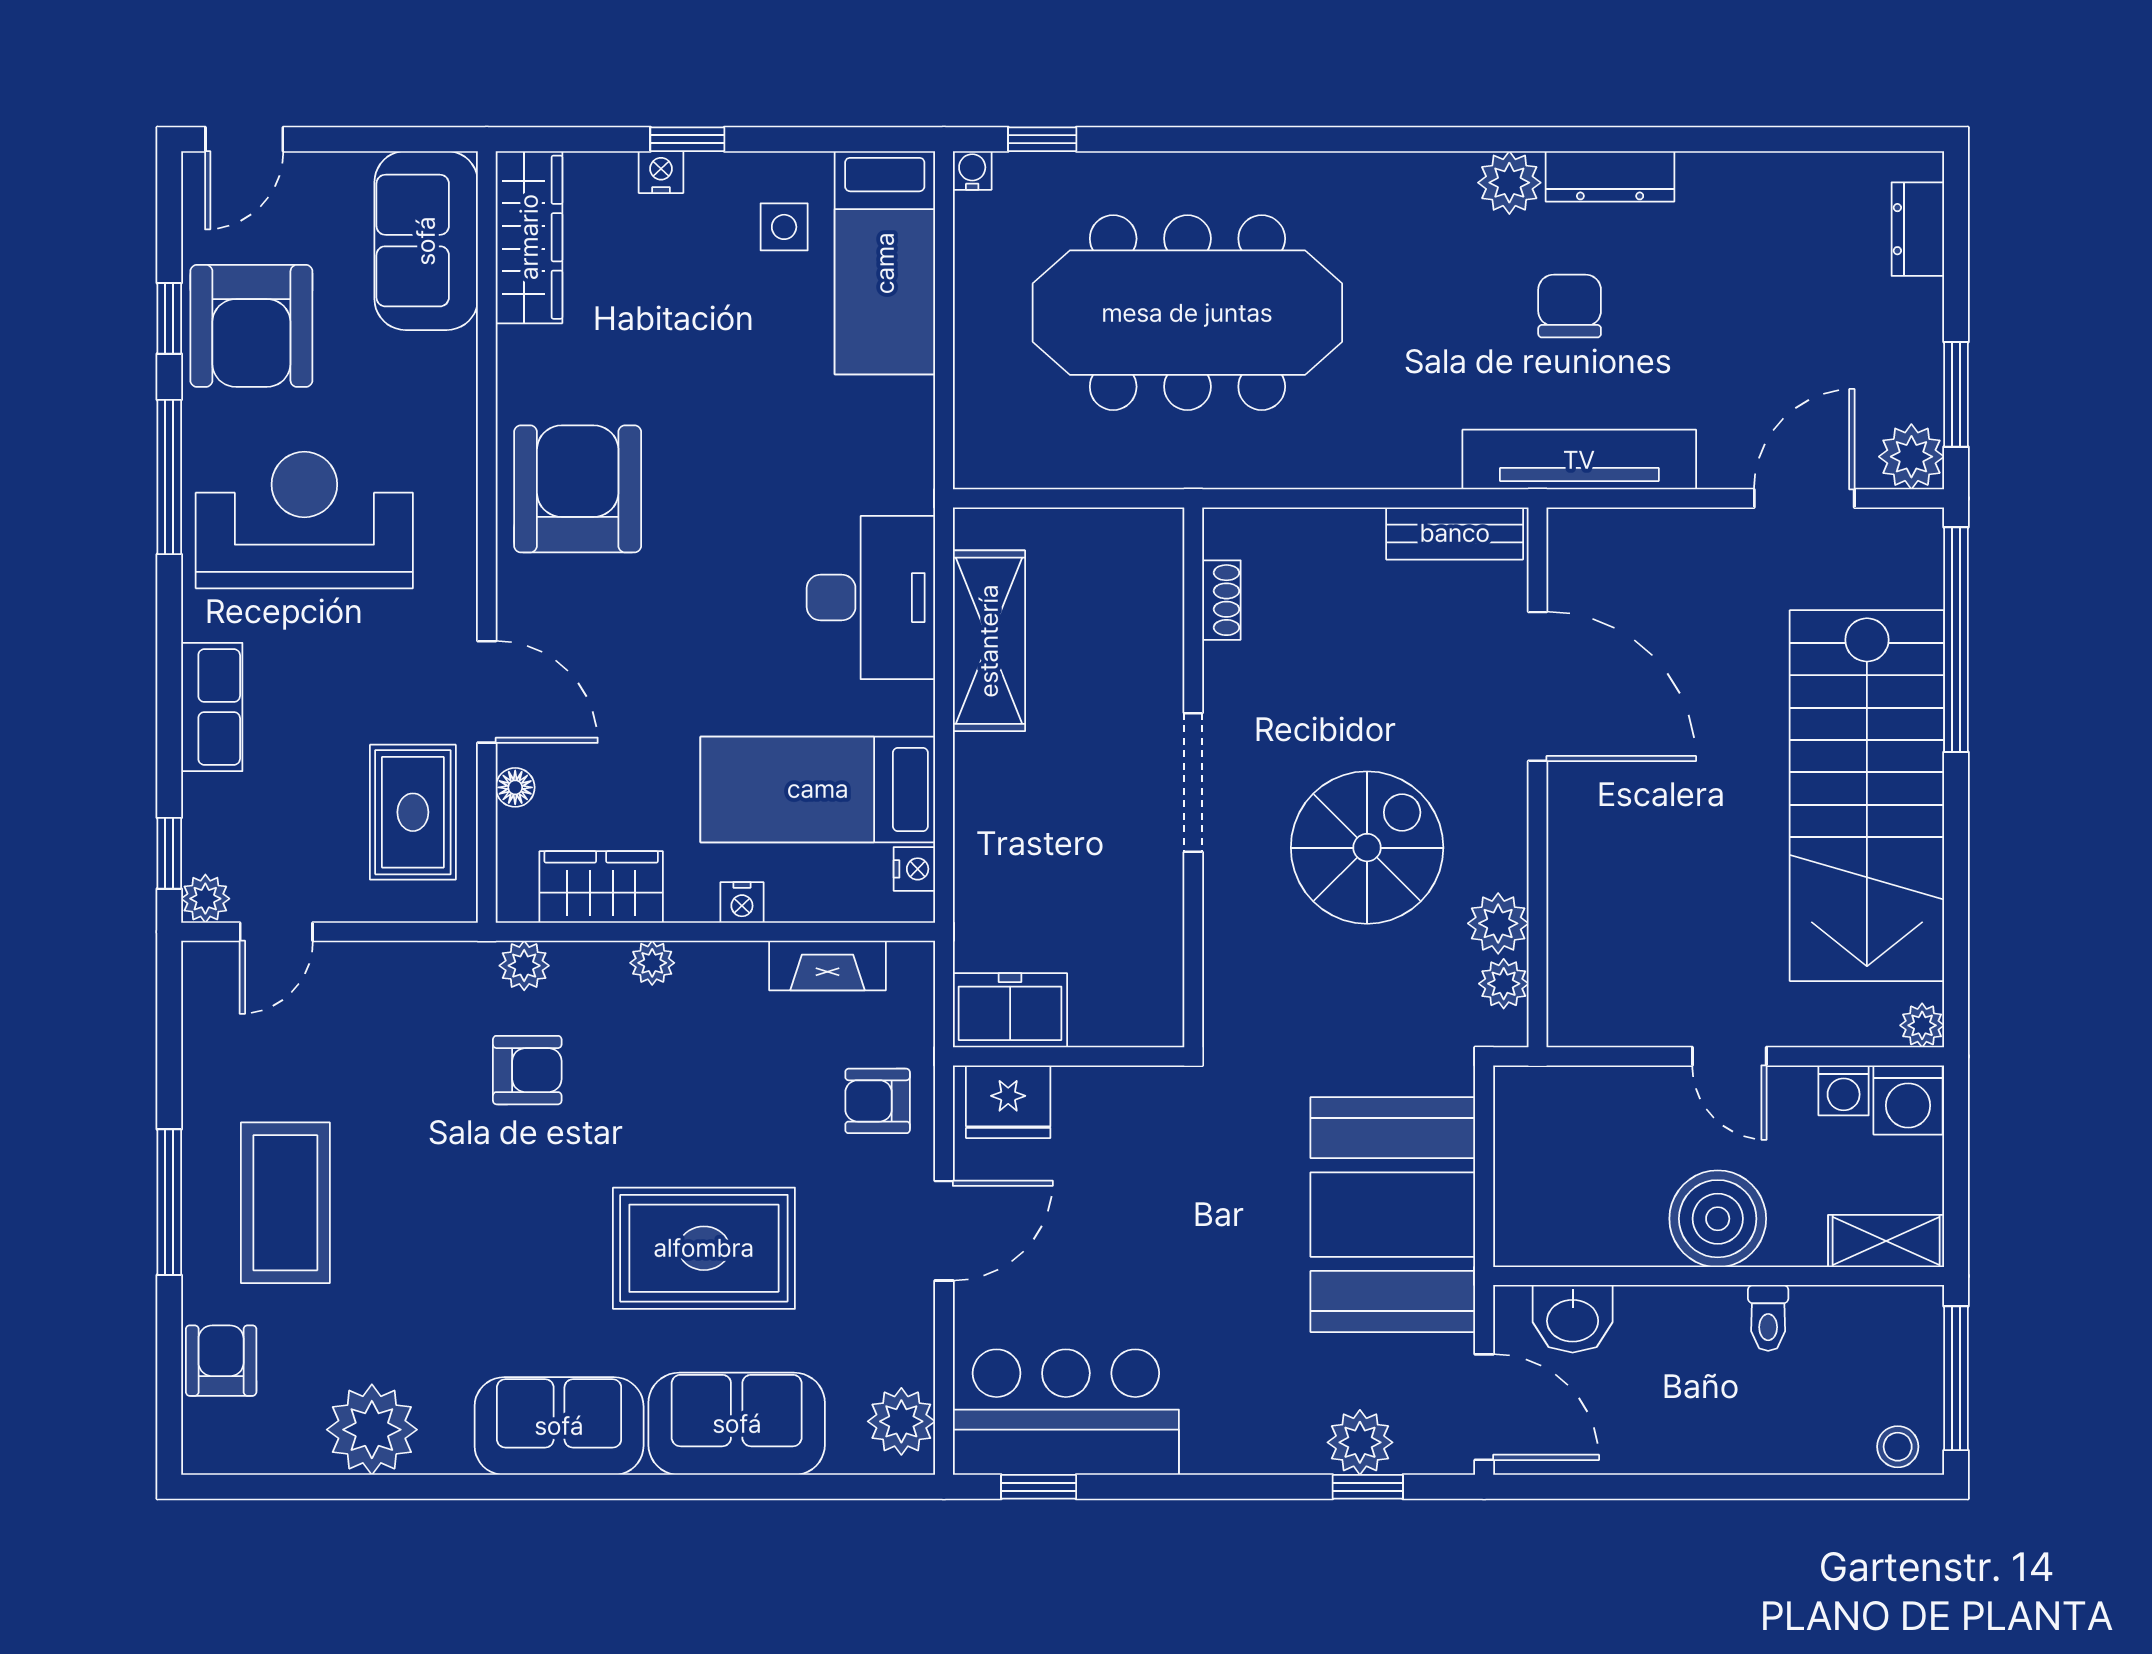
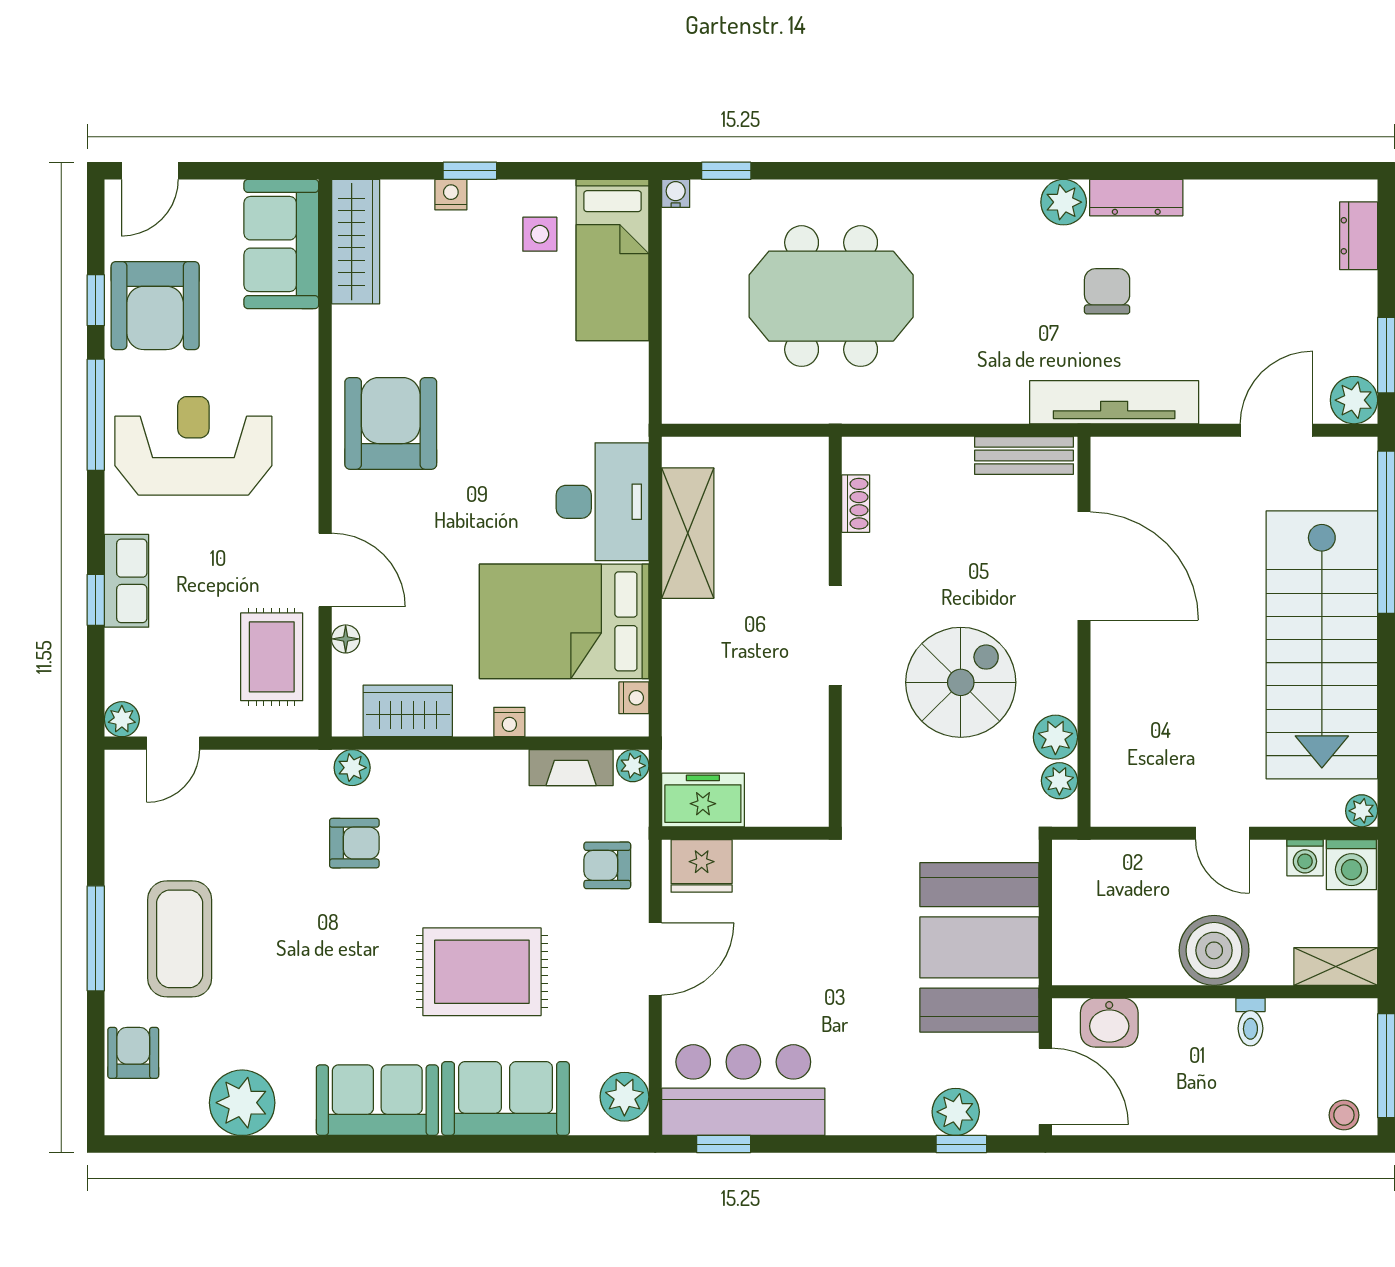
meeting table: (1187, 313) -> (831, 296), width x0.73
bed: (818, 789) -> (564, 621), width x1.50
window: (169, 853) -> (96, 600), moved
plant: (652, 963) -> (633, 766), moved

